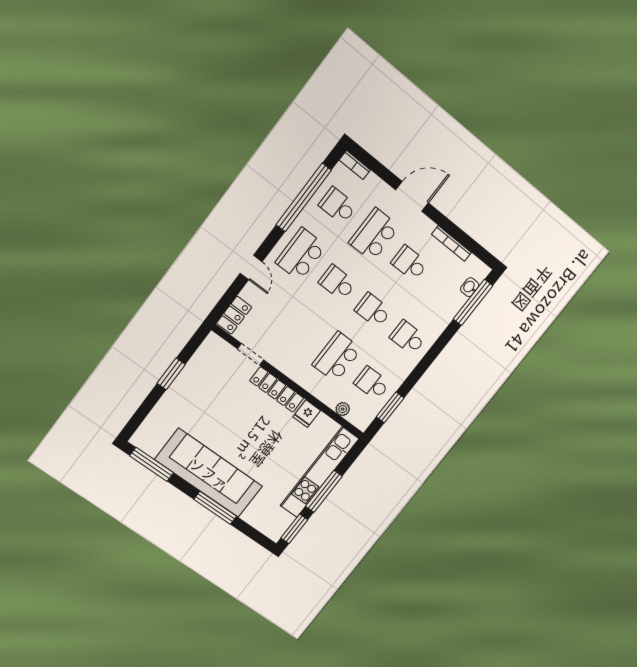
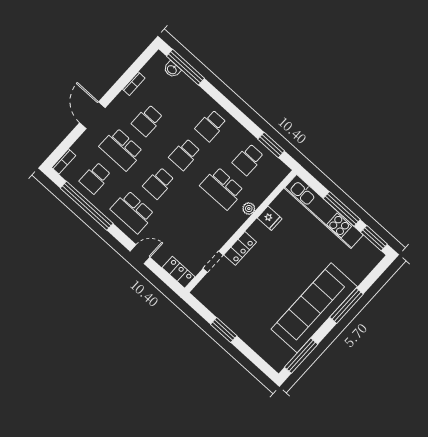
bookcase: (451, 243) -> (134, 84), width x0.64
locker: (277, 389) -> (240, 248), width x0.66
plant: (343, 409) -> (249, 209), moved

